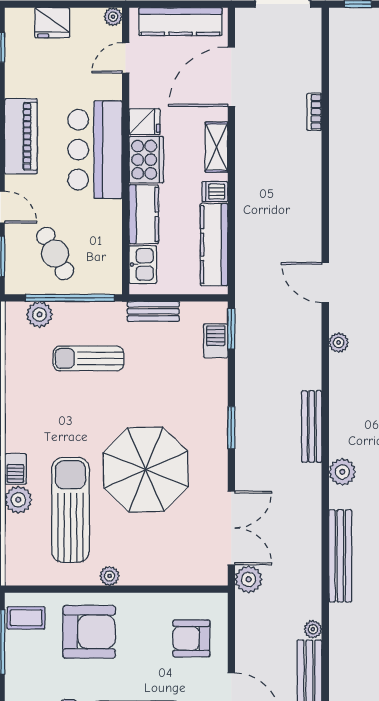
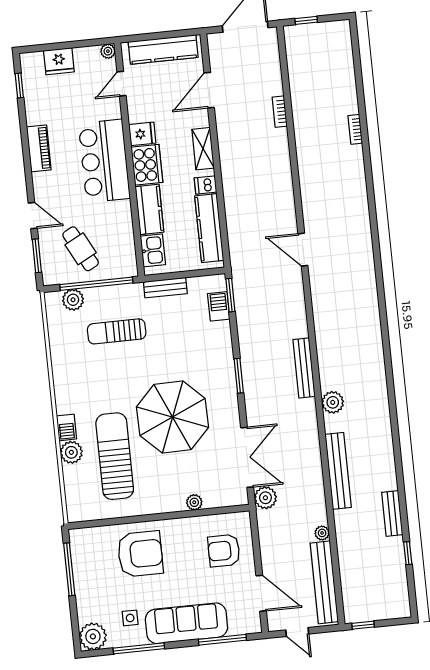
door: (231, 77) -> (209, 90), width x0.73
piano: (21, 136) -> (39, 148), width x0.73, depth x0.75
plant: (339, 342) -> (319, 297), removed
plant: (110, 576) -> (194, 502), moved
coffee table: (26, 618) -> (88, 548), removed

